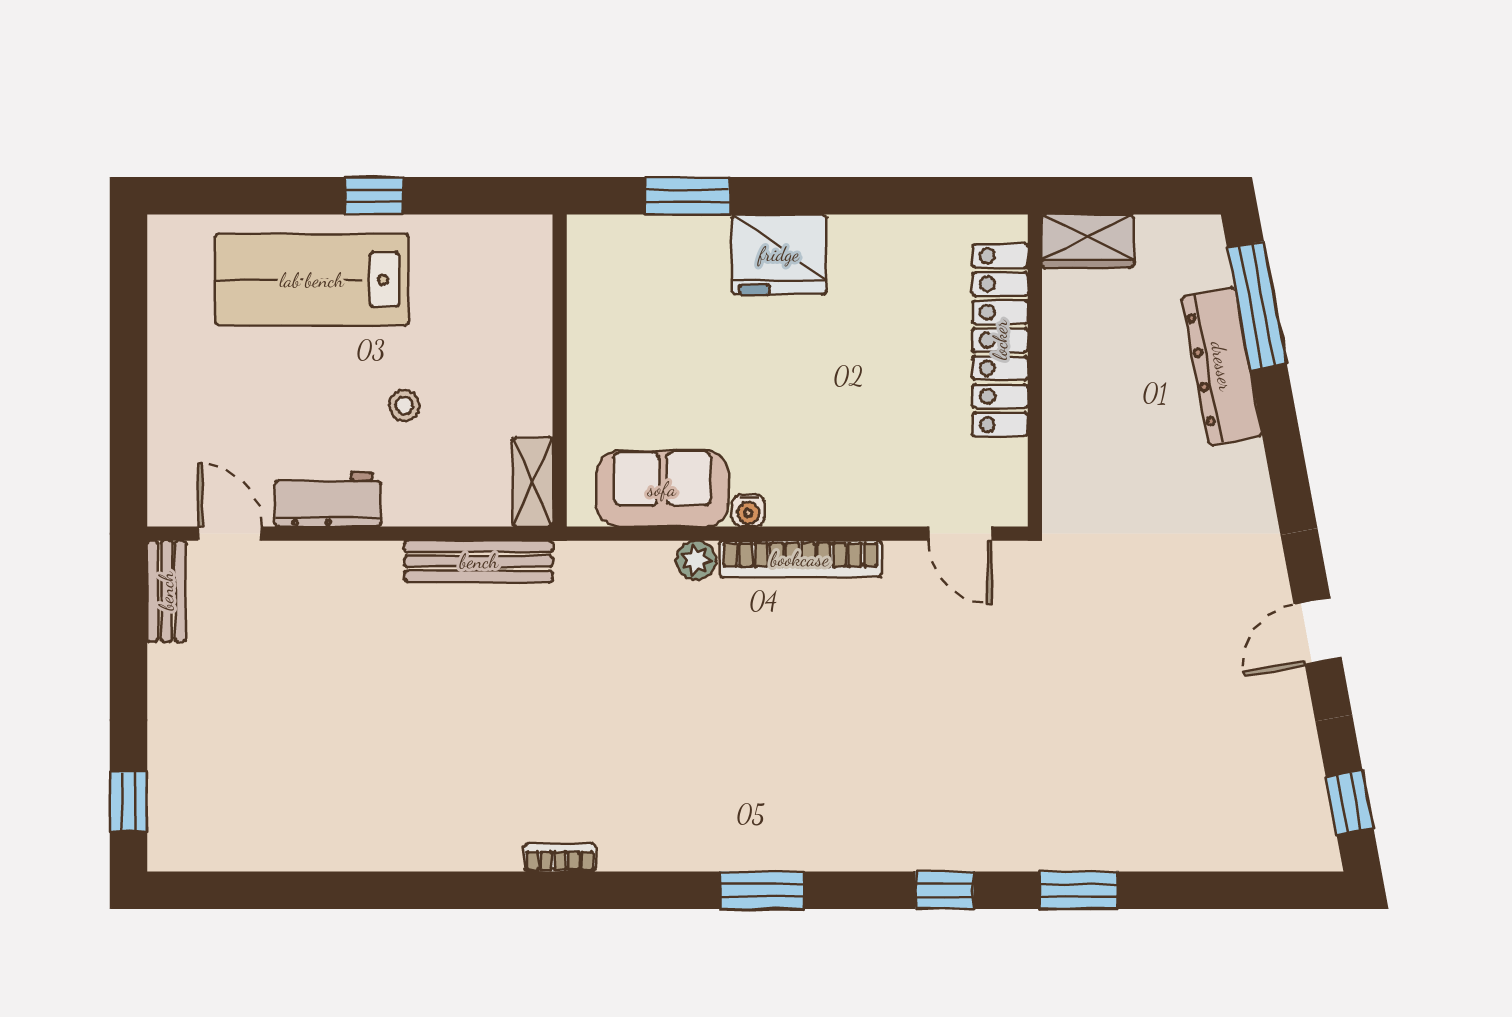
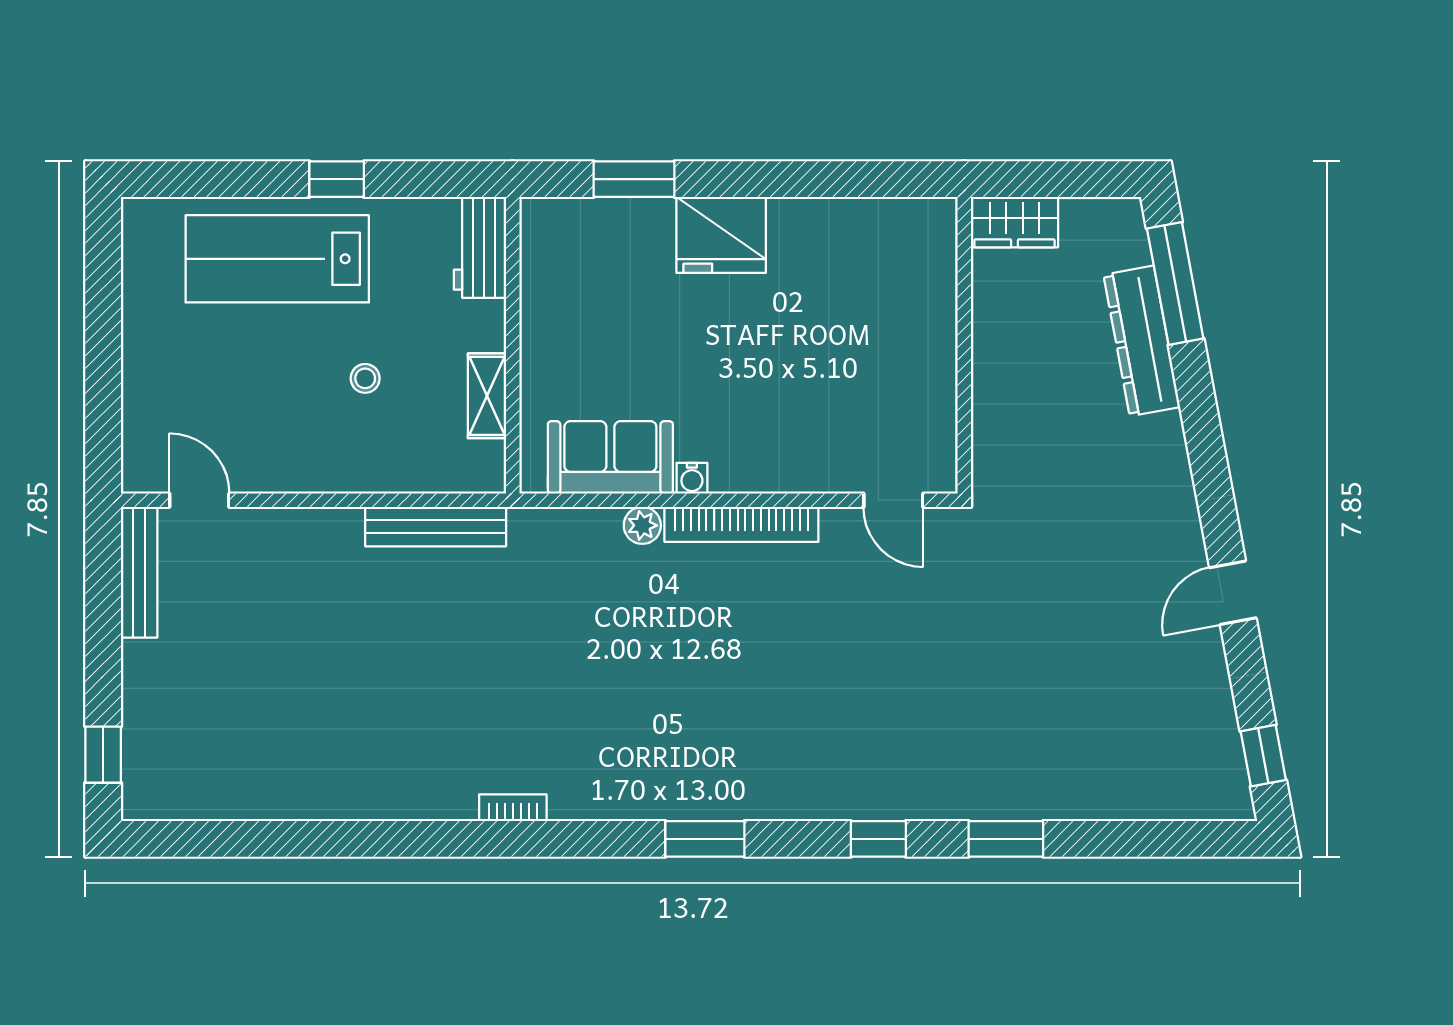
locker: (1000, 340) -> (931, 316), removed
shelving: (533, 482) -> (487, 396), moved
workbench: (328, 499) -> (480, 247), moved, turned -90
bench: (166, 591) -> (139, 572), width x1.36

